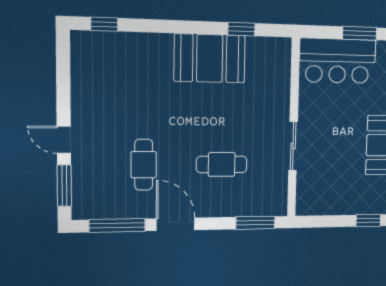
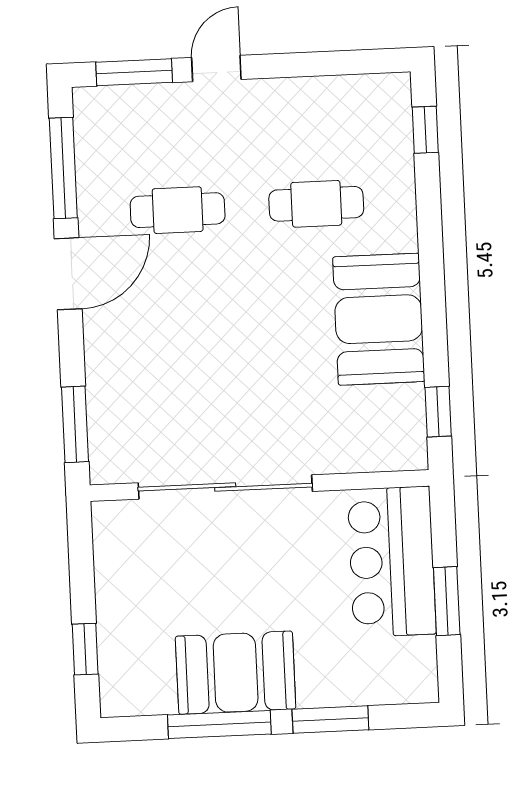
window: (241, 29) -> (438, 412), moved
sliding door: (293, 146) -> (225, 487), width x1.86
cafe table: (222, 164) -> (316, 204), moved, turned 90

